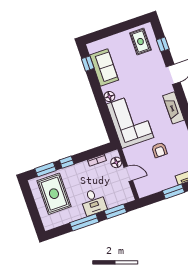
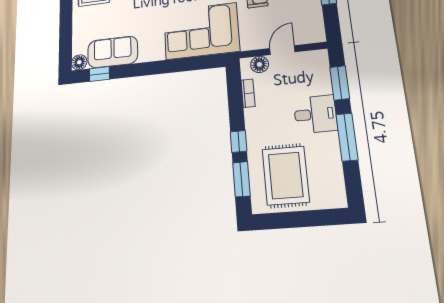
floor lamp: (109, 97) -> (79, 62), moved
rug: (54, 194) -> (286, 175), turned 90

